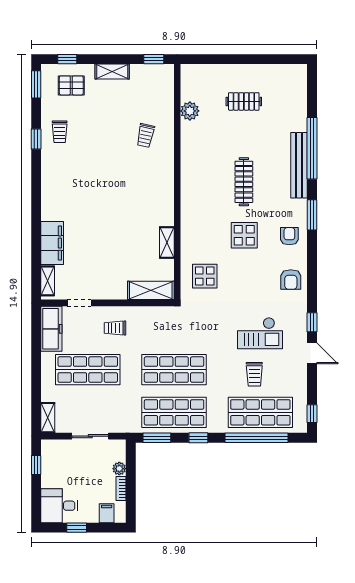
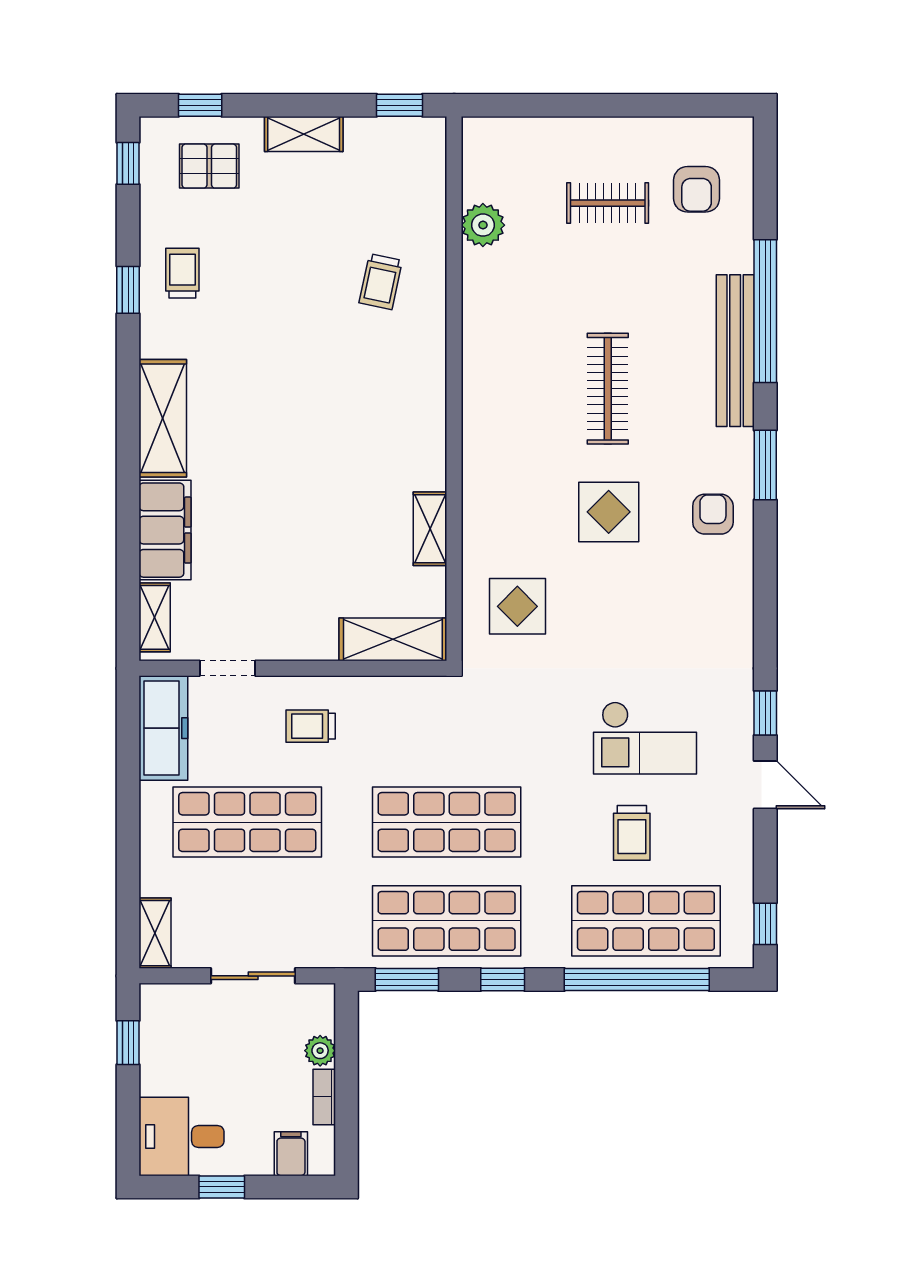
window: (36, 84) -> (128, 163), width x0.67
trolley: (60, 132) -> (182, 273), turned 180
shelving: (51, 195) -> (163, 418), added
armchair: (291, 279) -> (697, 189), moved

